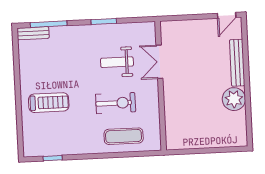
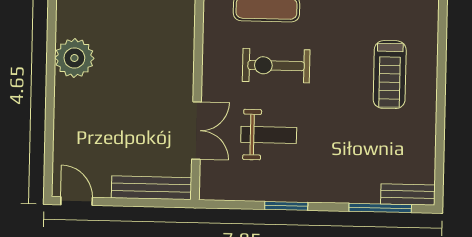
door: (227, 15) -> (77, 201), hinge flipped
bench: (237, 63) -> (151, 188), moved, turned 90
treadmill: (49, 103) -> (390, 75), turned -90

